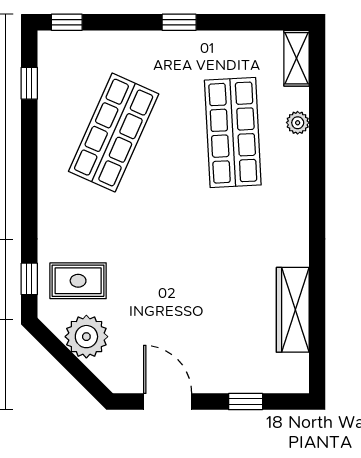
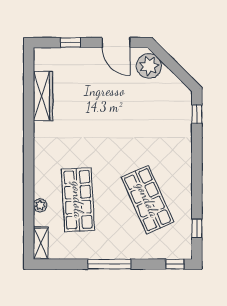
window: (179, 22) -> (109, 264), width x2.17
shop shelf: (114, 133) -> (148, 200), turned -48
rug: (78, 281) -> (168, 113), removed
plant: (86, 337) -> (149, 66), moved

